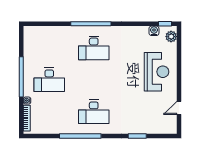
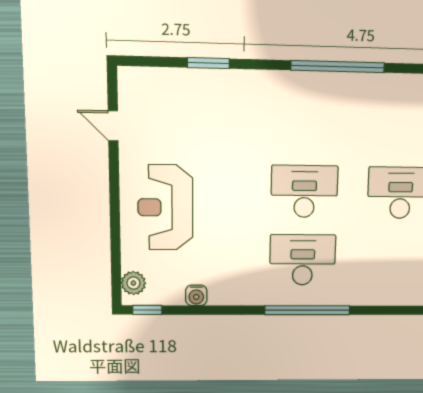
water cooler: (154, 31) -> (196, 295), moved
door: (179, 108) -> (113, 126), swing flipped
desk: (94, 112) -> (304, 191), moved

